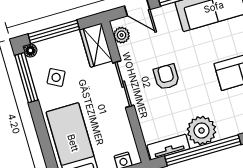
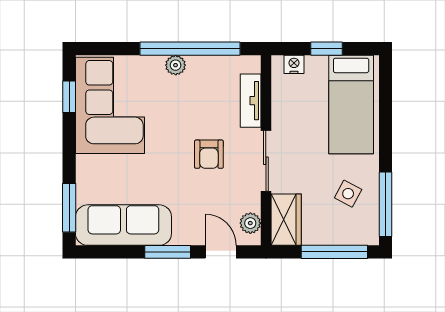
floor lamp: (30, 50) -> (371, 237), removed
plant: (202, 131) -> (176, 65), width x0.53, depth x0.53
tv unit: (168, 147) -> (251, 101), moved, turned 90

